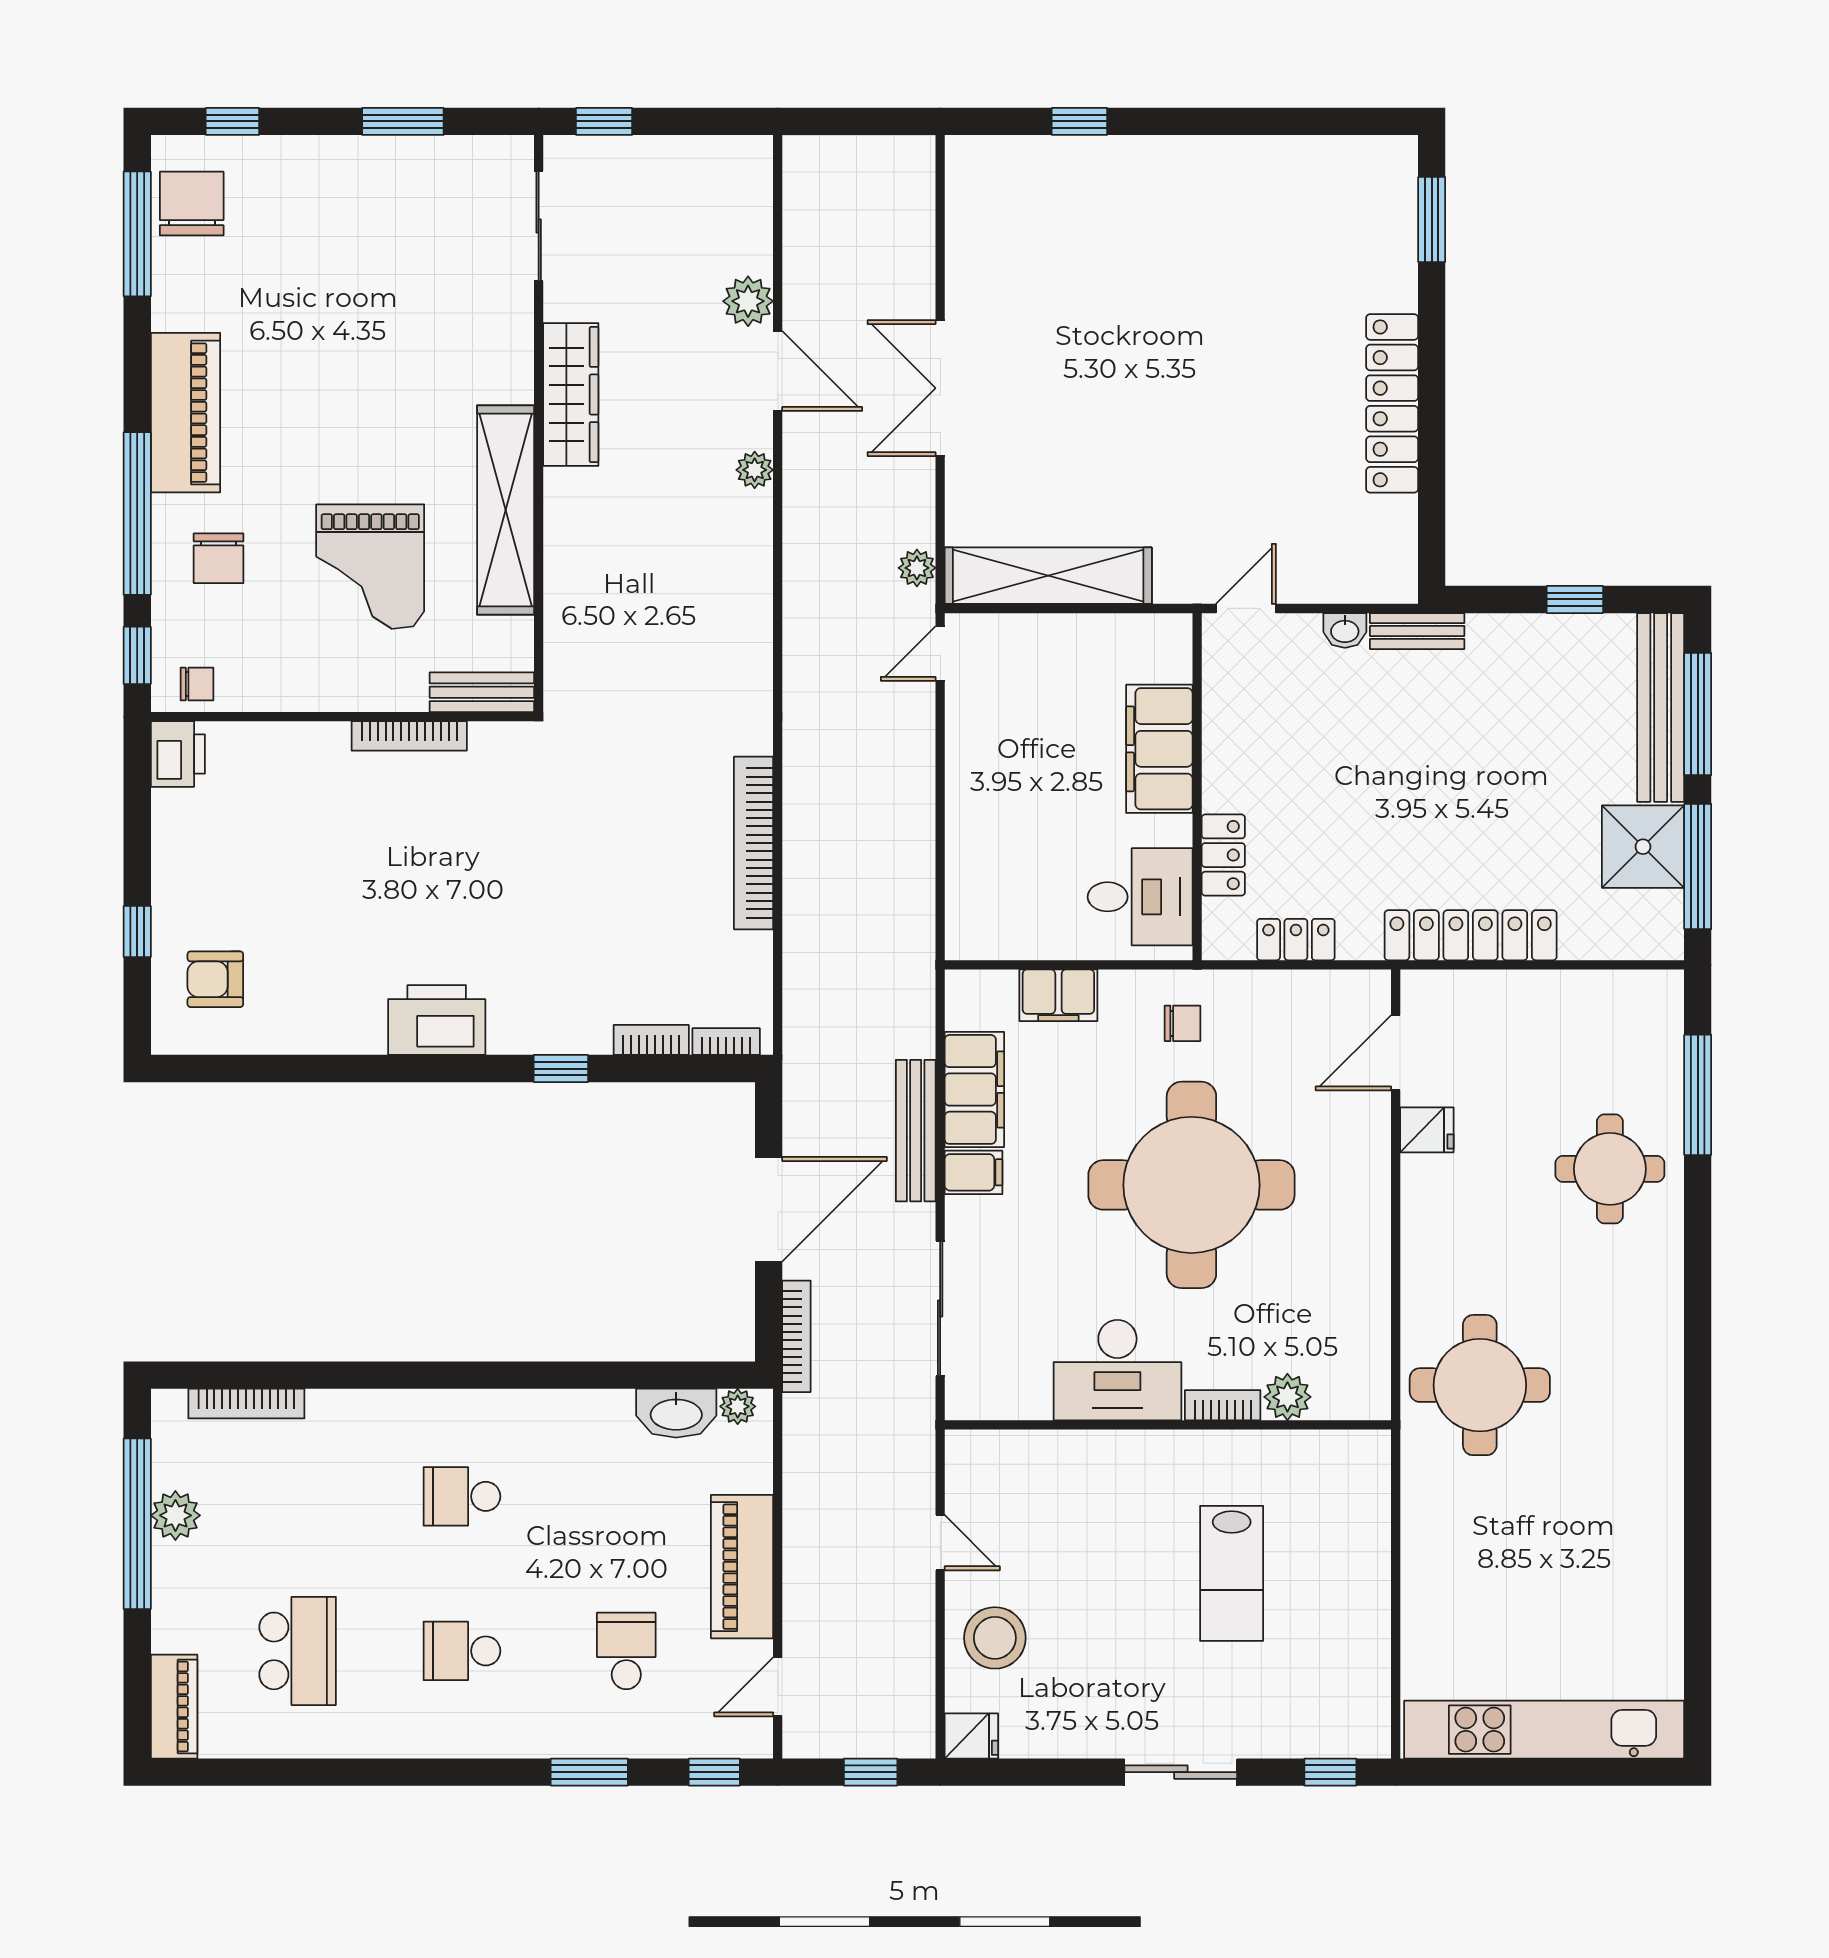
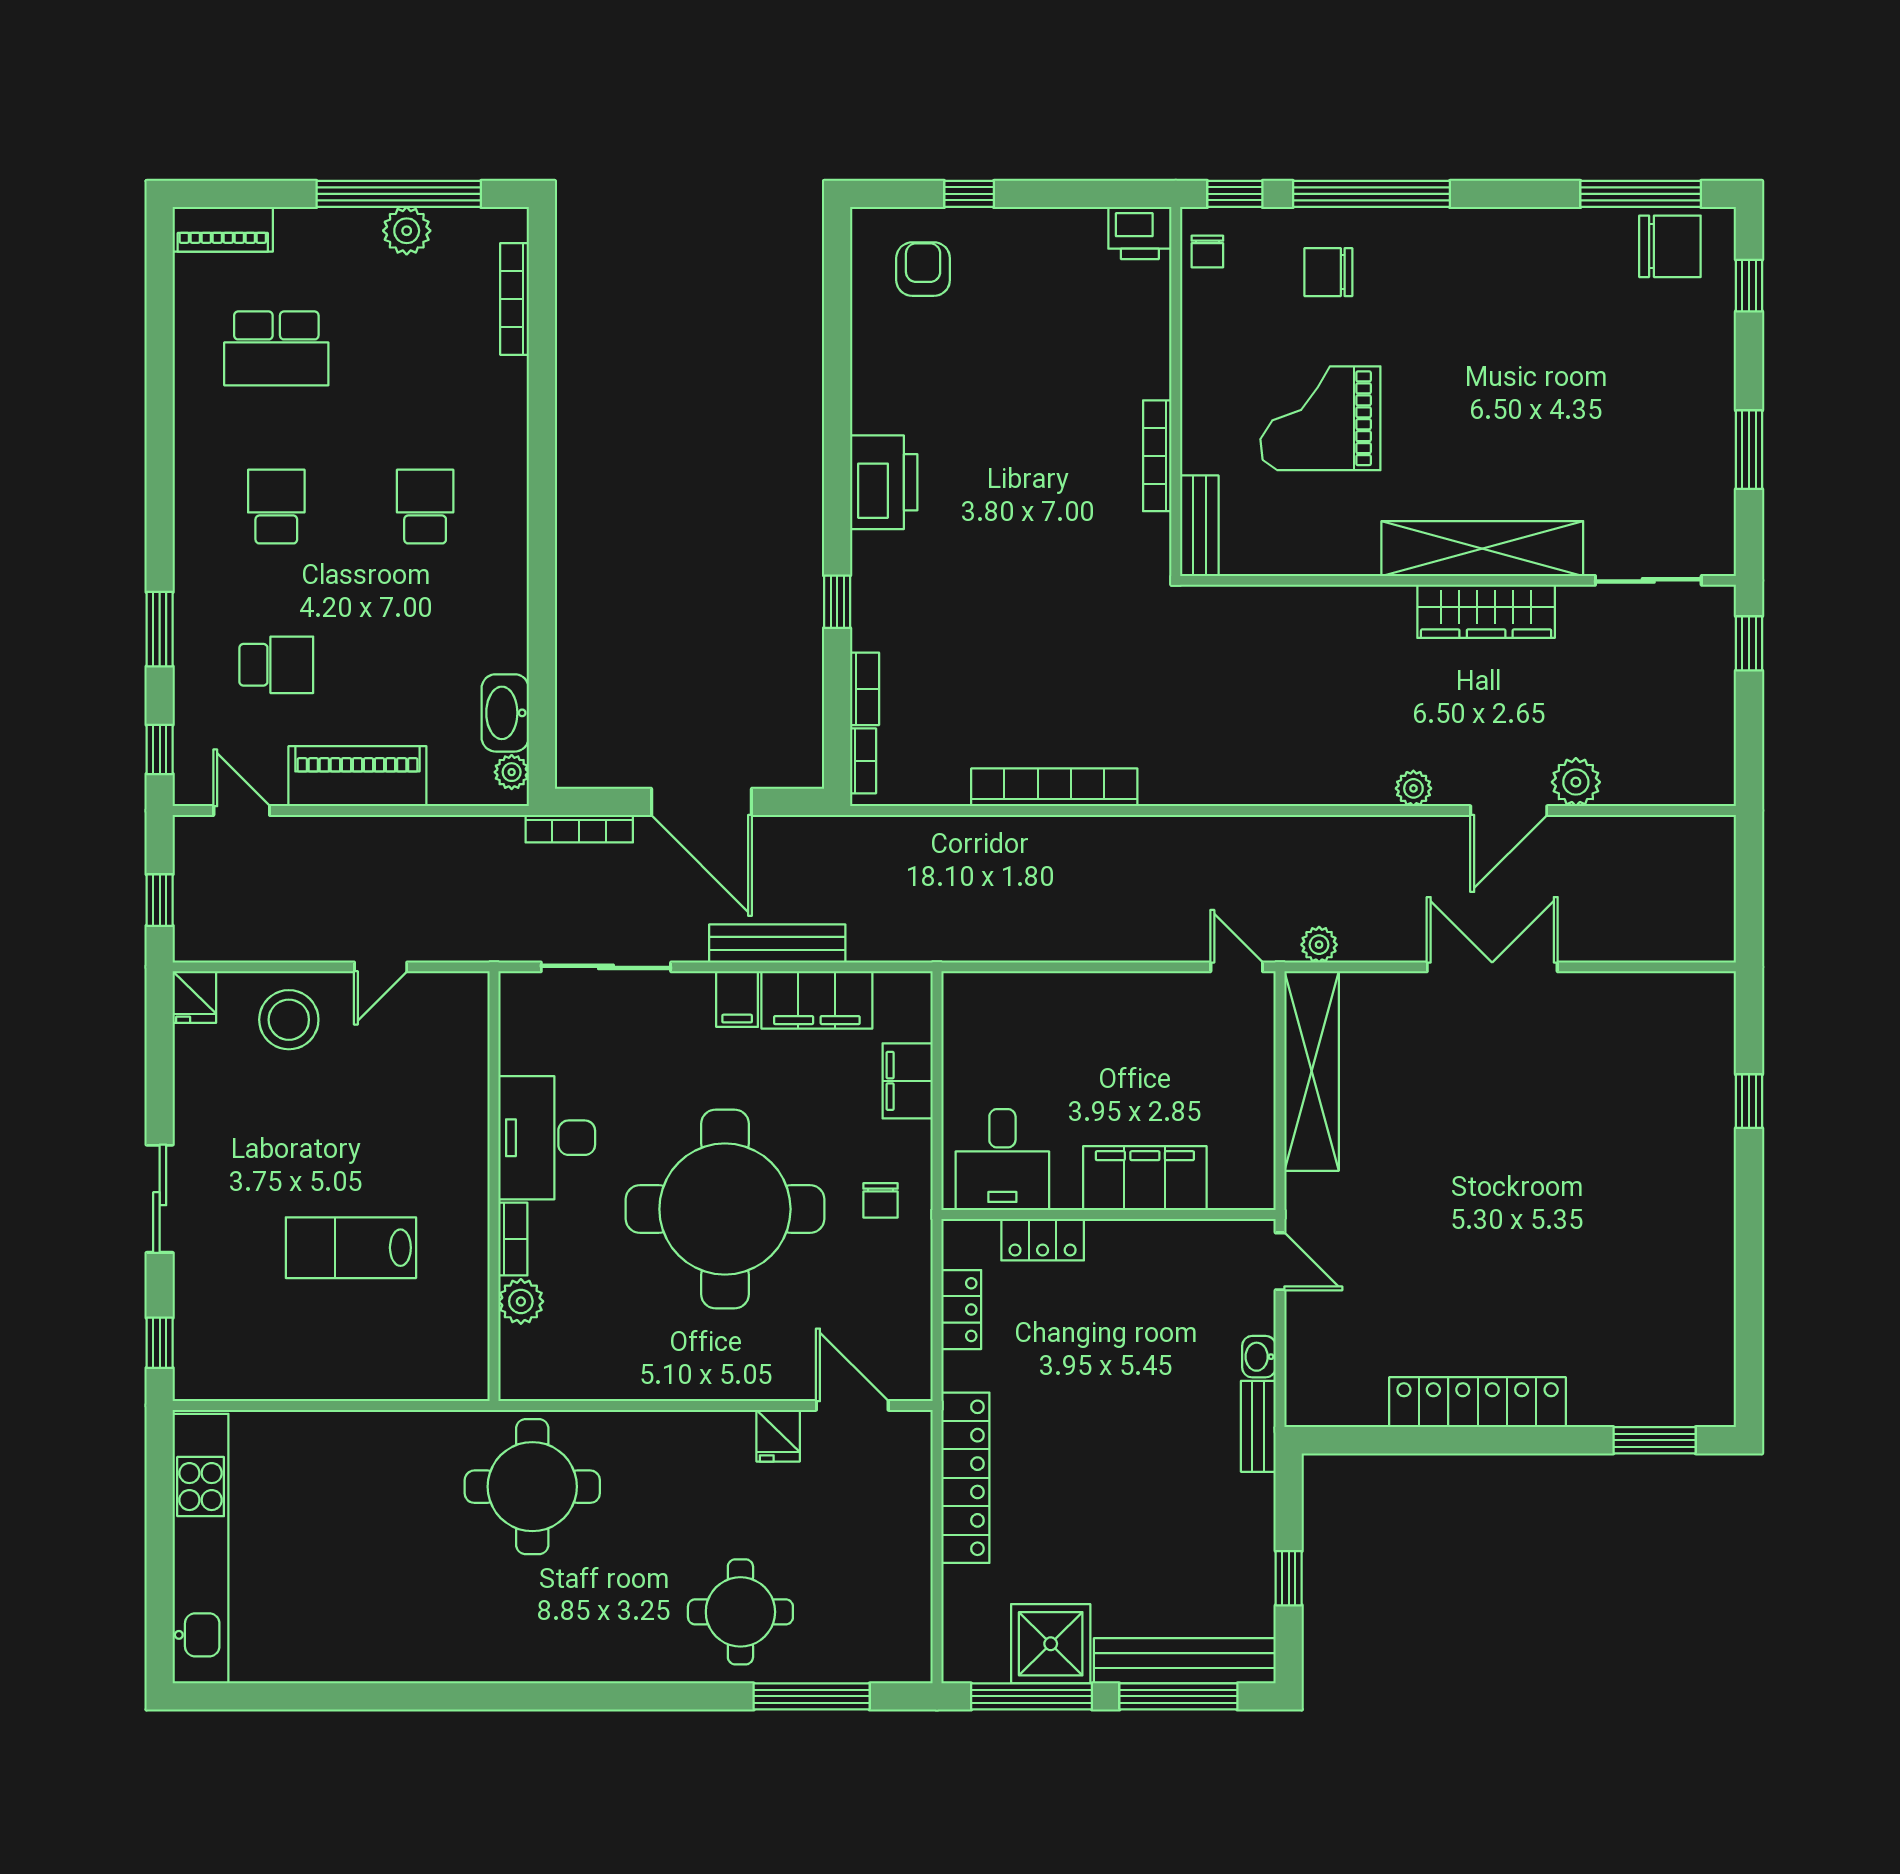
piano: (185, 413) -> (1469, 240), removed
shelving: (506, 510) -> (1482, 549), moved

